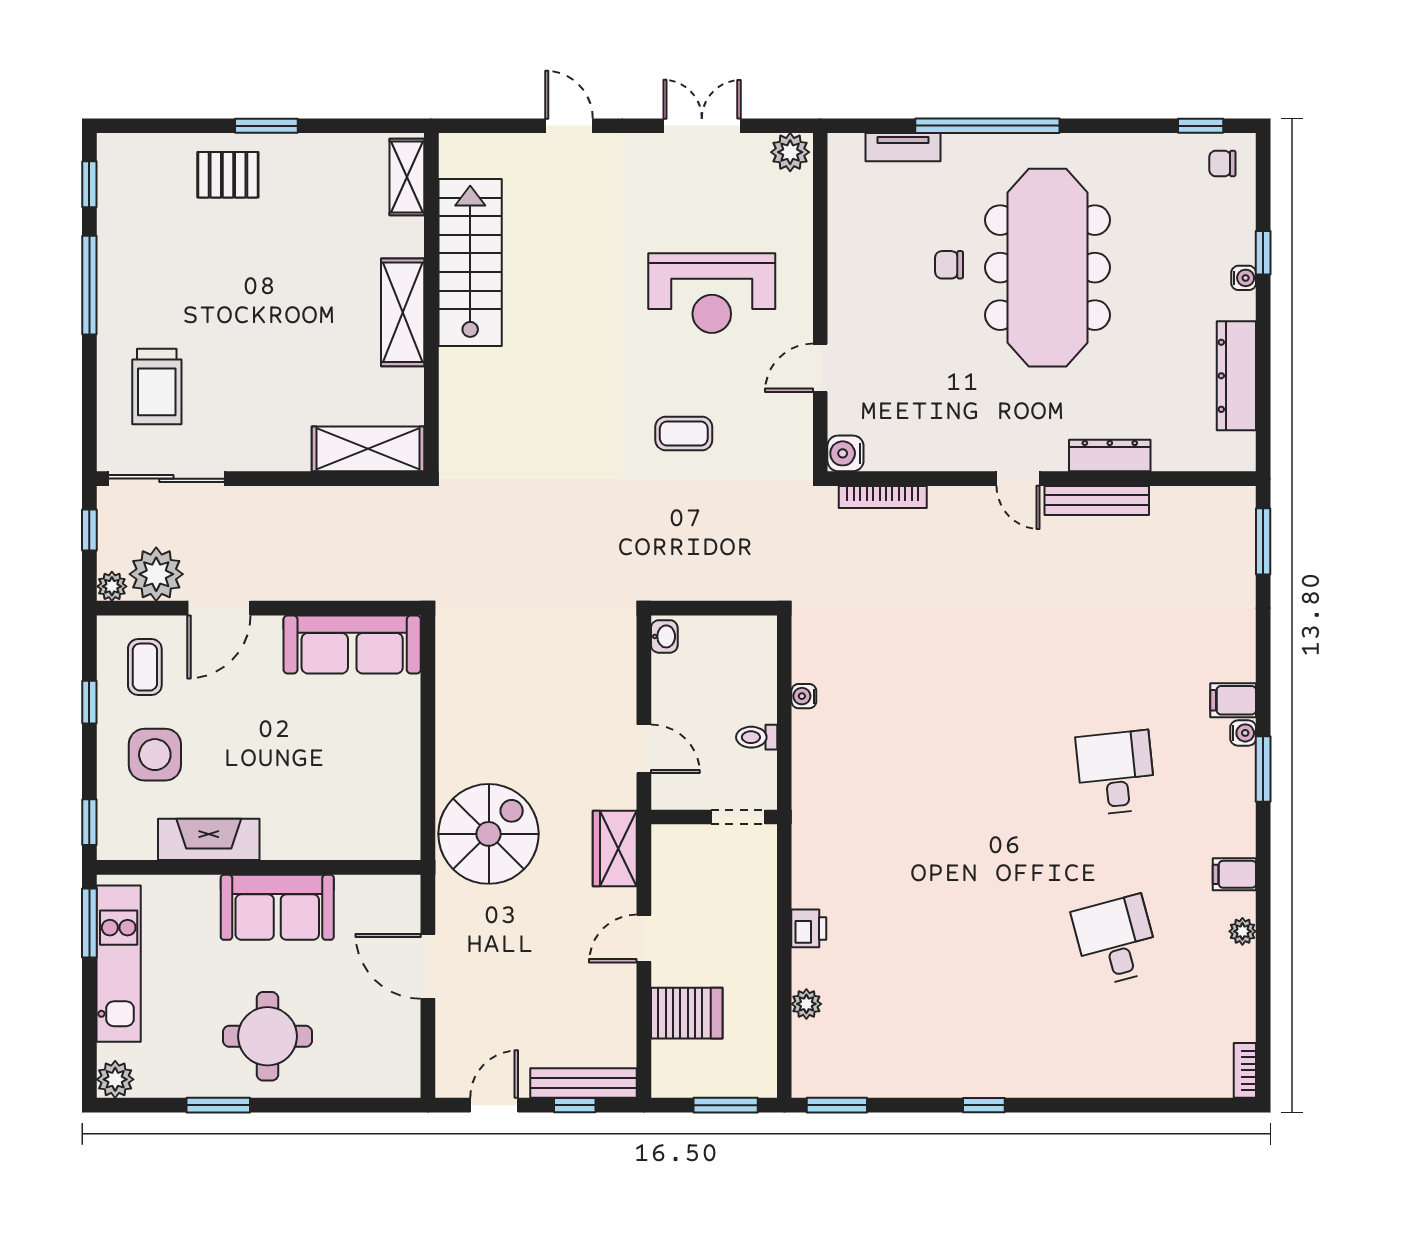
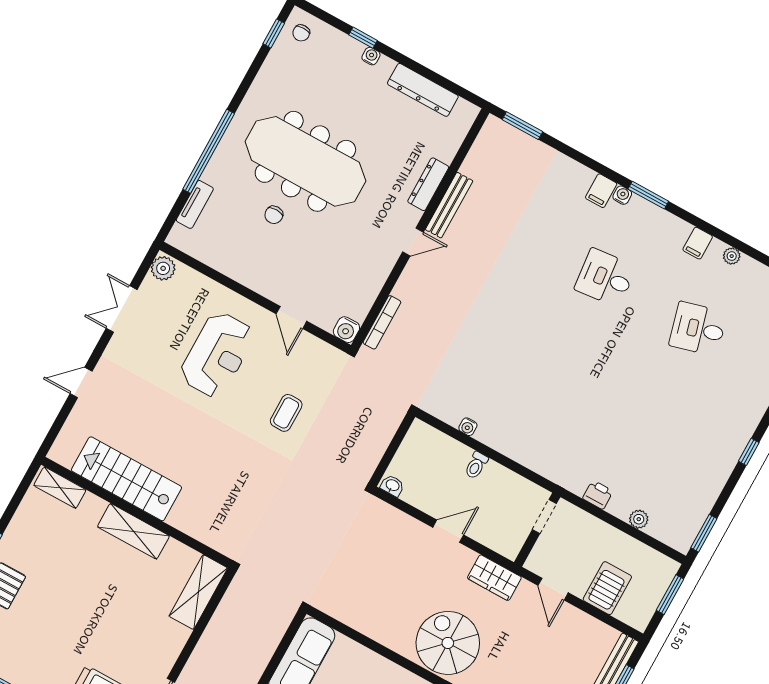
wall: (714, 817) -> (537, 530), moved
doorway: (738, 817) -> (544, 516), moved

